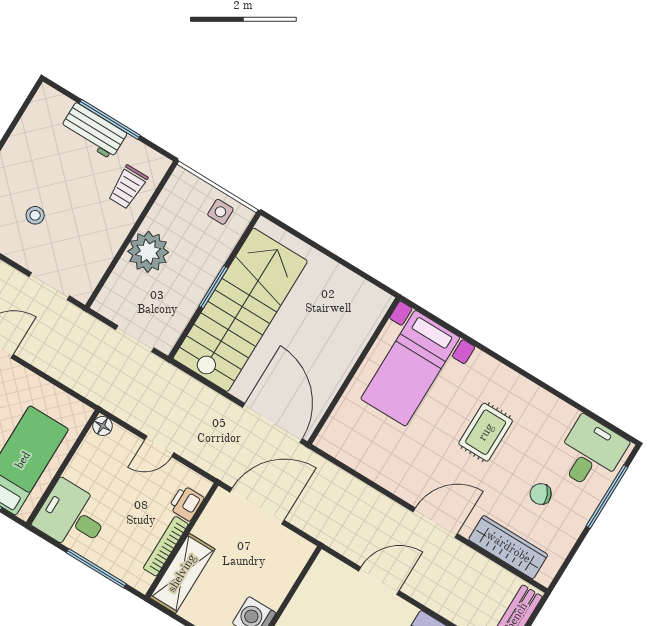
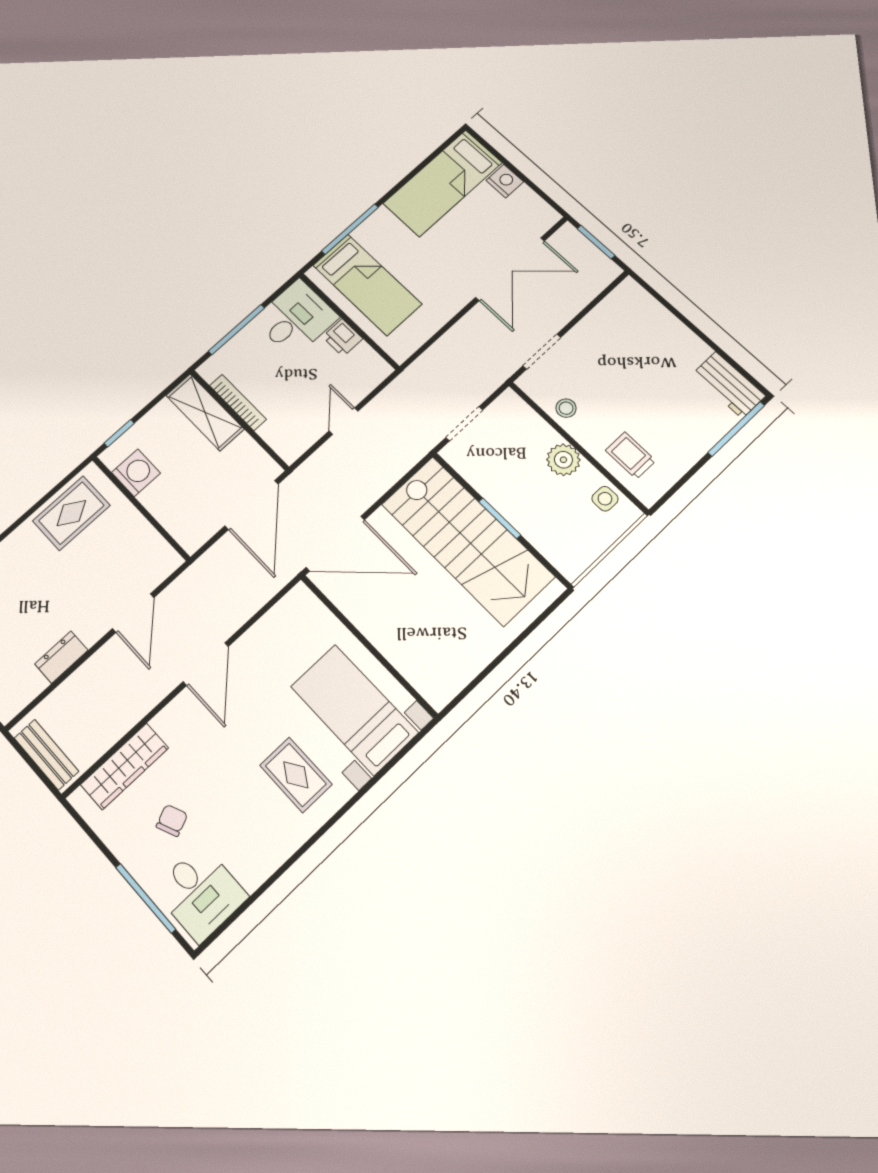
window: (110, 119) -> (736, 429), moved
workbench: (94, 131) -> (729, 385), moved, turned -90
side table: (220, 212) -> (605, 499), moved
stool: (35, 215) -> (566, 408), moved
plant: (148, 252) -> (563, 460), width x0.73, depth x0.73
floor lamp: (103, 426) -> (381, 370), removed
rug: (486, 432) -> (296, 775), moved
printer: (186, 503) -> (343, 338), moved, turned 180
door: (435, 523) -> (206, 664), moved

